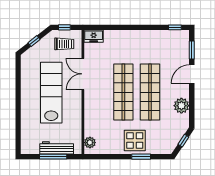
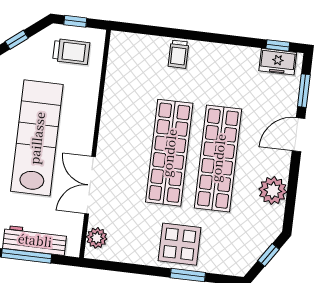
freezer: (94, 36) -> (278, 62), moved
trolley: (122, 38) -> (178, 54), added
double door: (83, 74) -> (90, 185), moved

